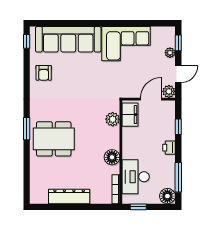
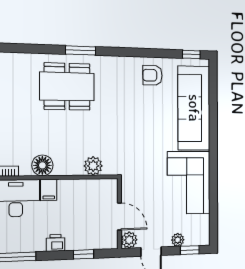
filing cabinet: (130, 115) -> (49, 190), moved, width x0.50
dining table: (54, 139) -> (67, 87), turned 90

